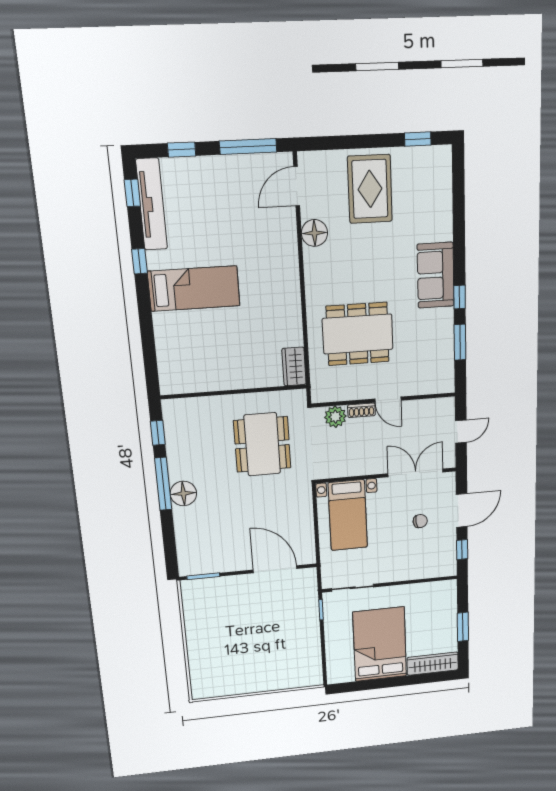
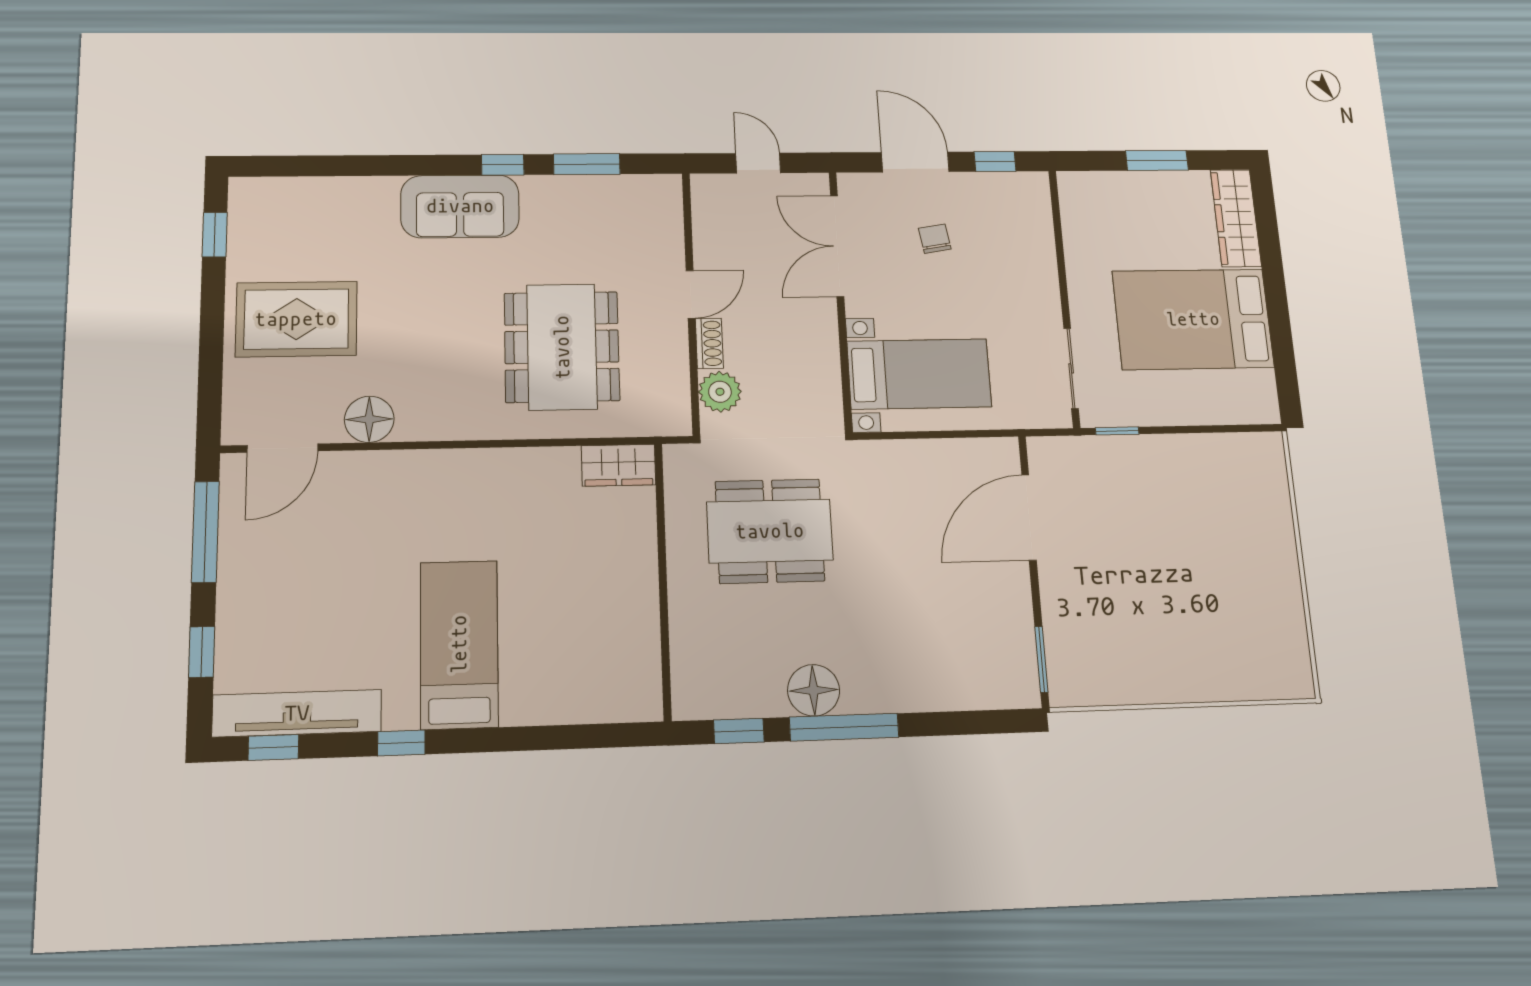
door: (297, 186) -> (282, 448), hinge flipped
floor lamp: (183, 493) -> (814, 690), moved

